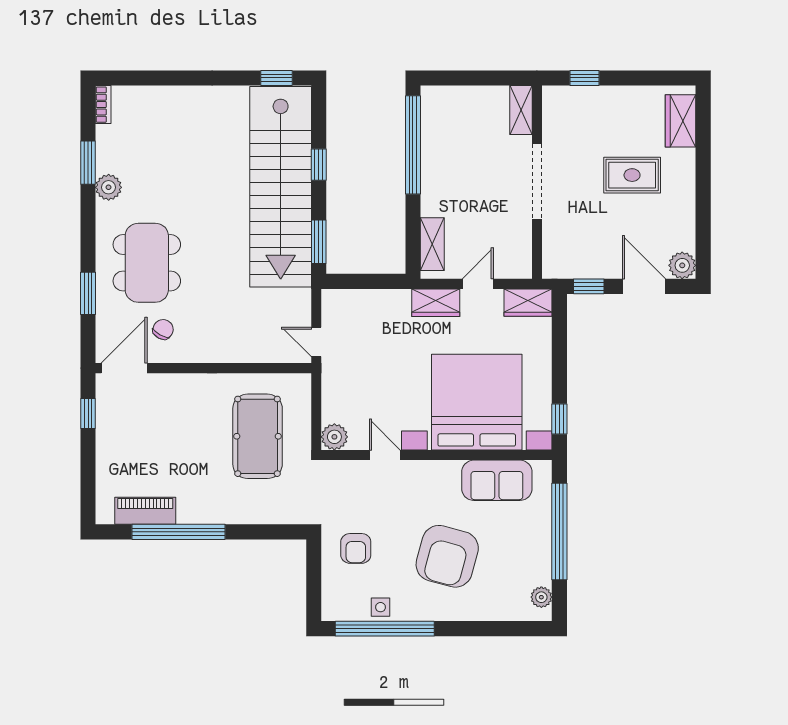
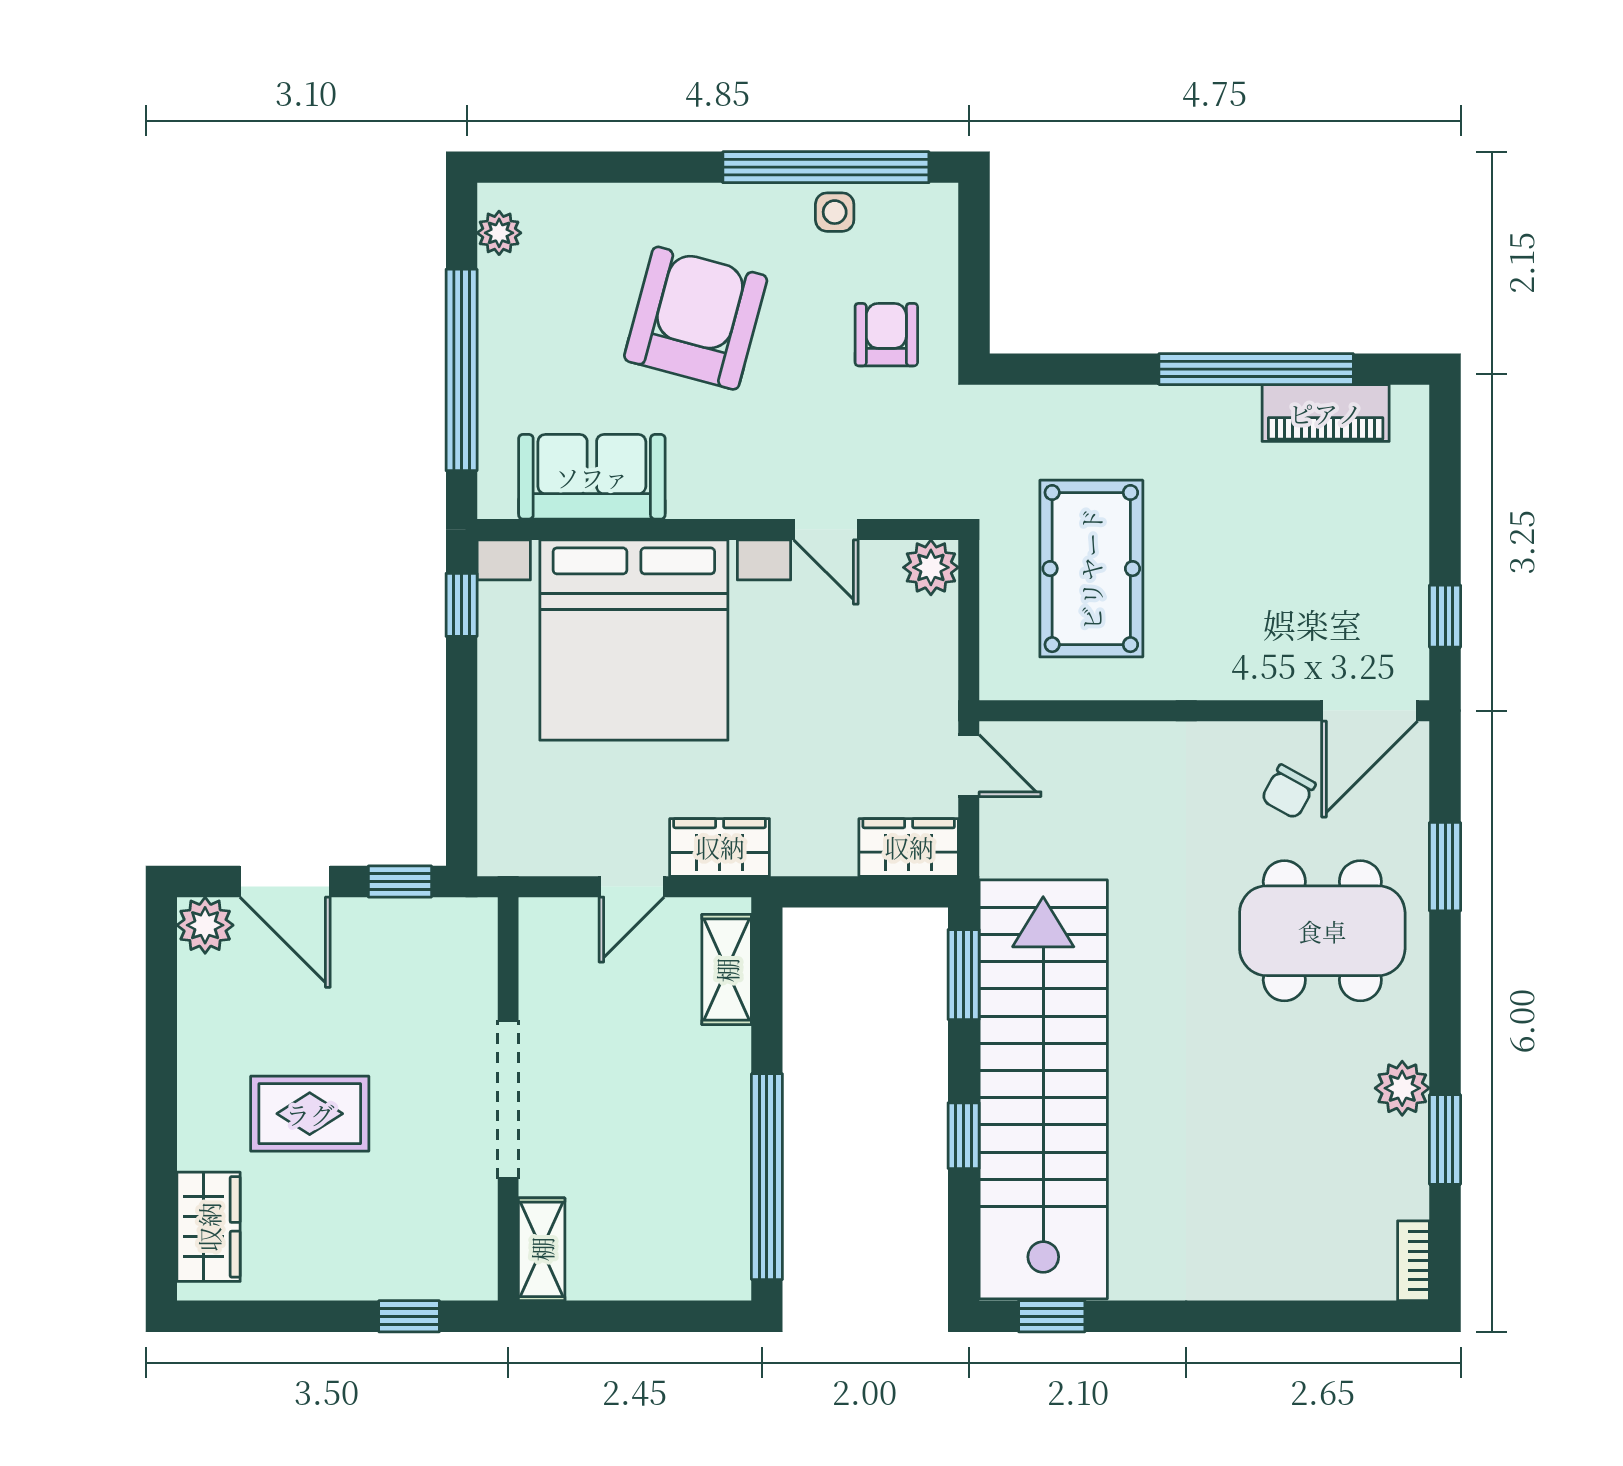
dining table: (147, 263) -> (1322, 931), turned 90
wardrobe: (528, 303) -> (909, 847), moved

